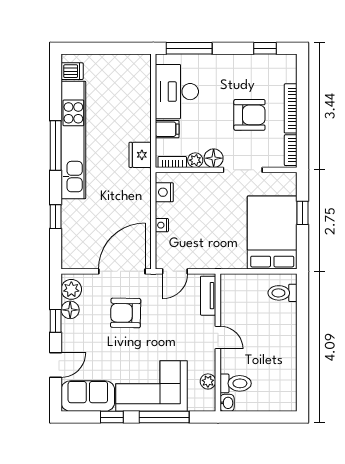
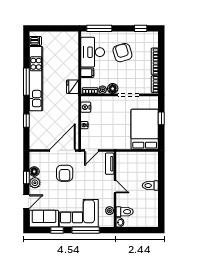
armchair: (249, 115) -> (122, 53), moved, turned -107
plant: (71, 289) -> (35, 183), moved
toilet: (283, 293) -> (150, 186), moved
armchair: (126, 313) -> (65, 173), turned -91

